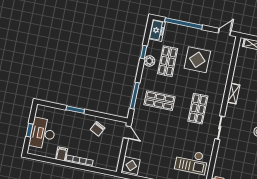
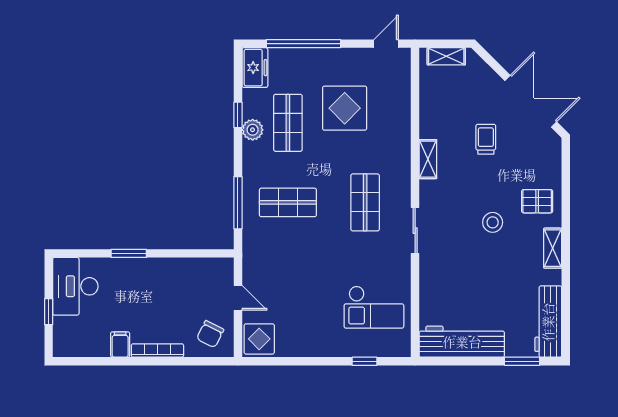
chair: (98, 129) -> (210, 334), moved
door: (127, 132) -> (238, 298), moved
desk: (43, 133) -> (75, 286), moved

